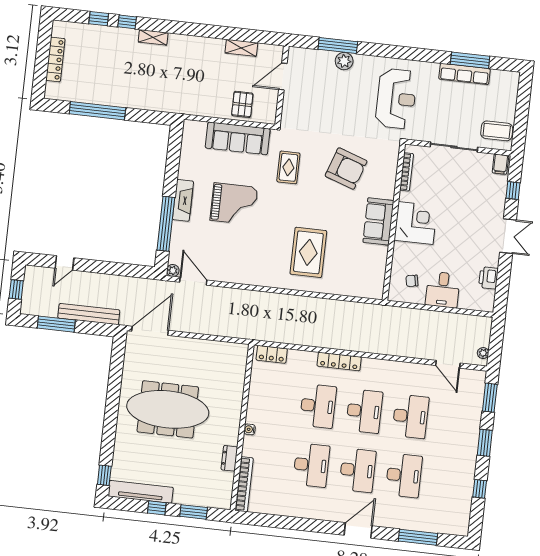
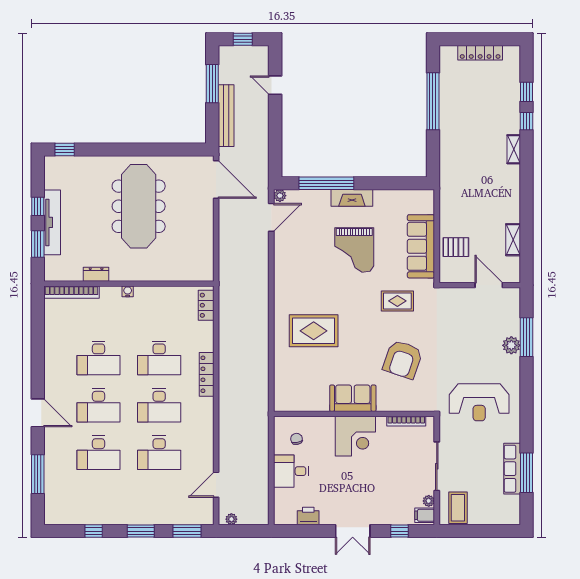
plant: (487, 159) -> (429, 501), added
tv unit: (141, 492) -> (52, 222), moved

